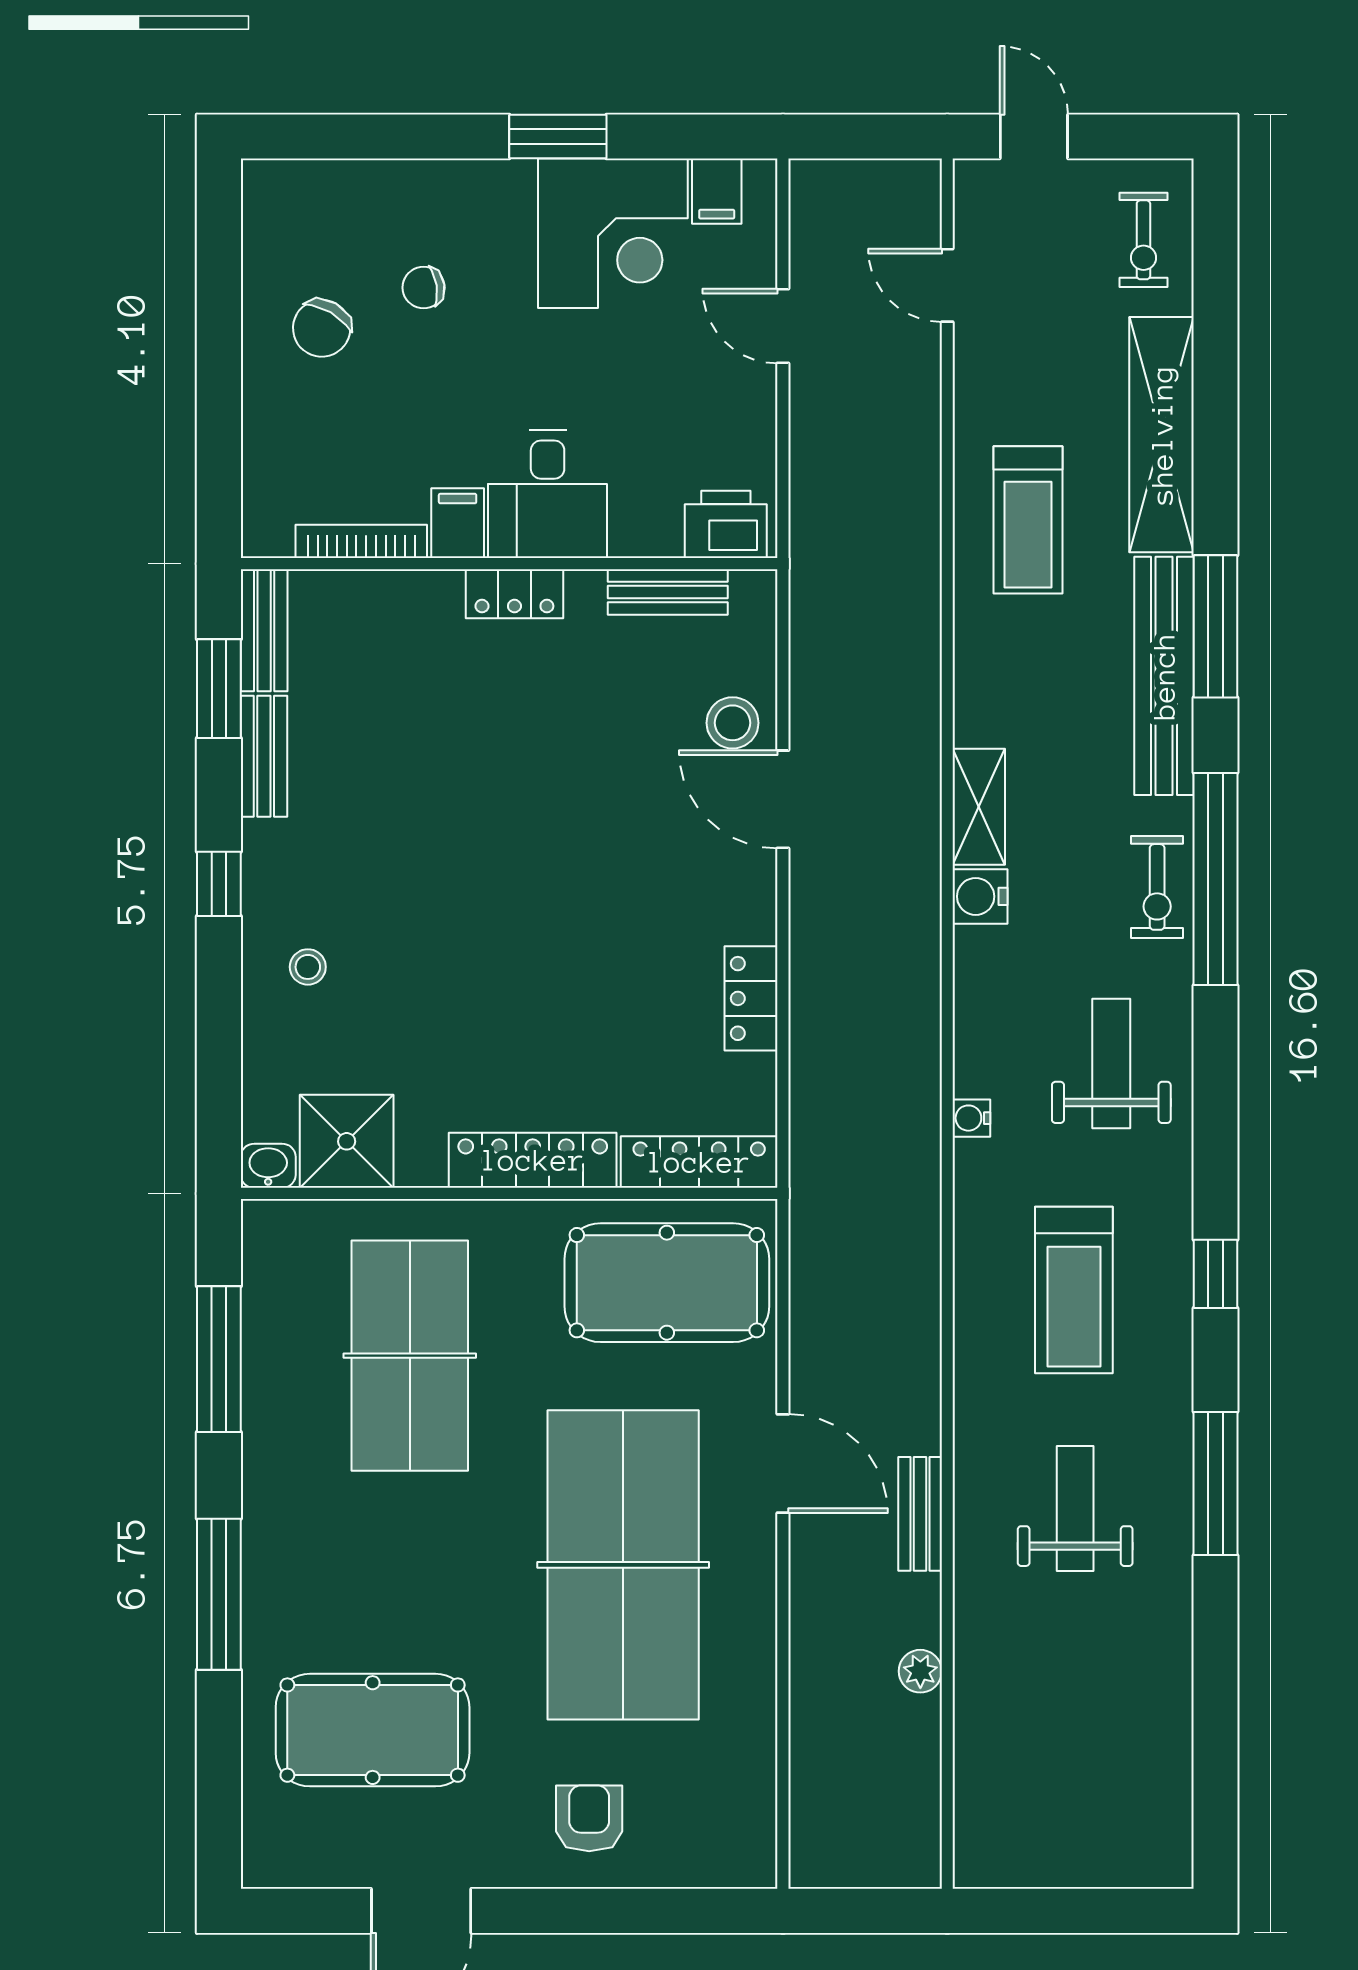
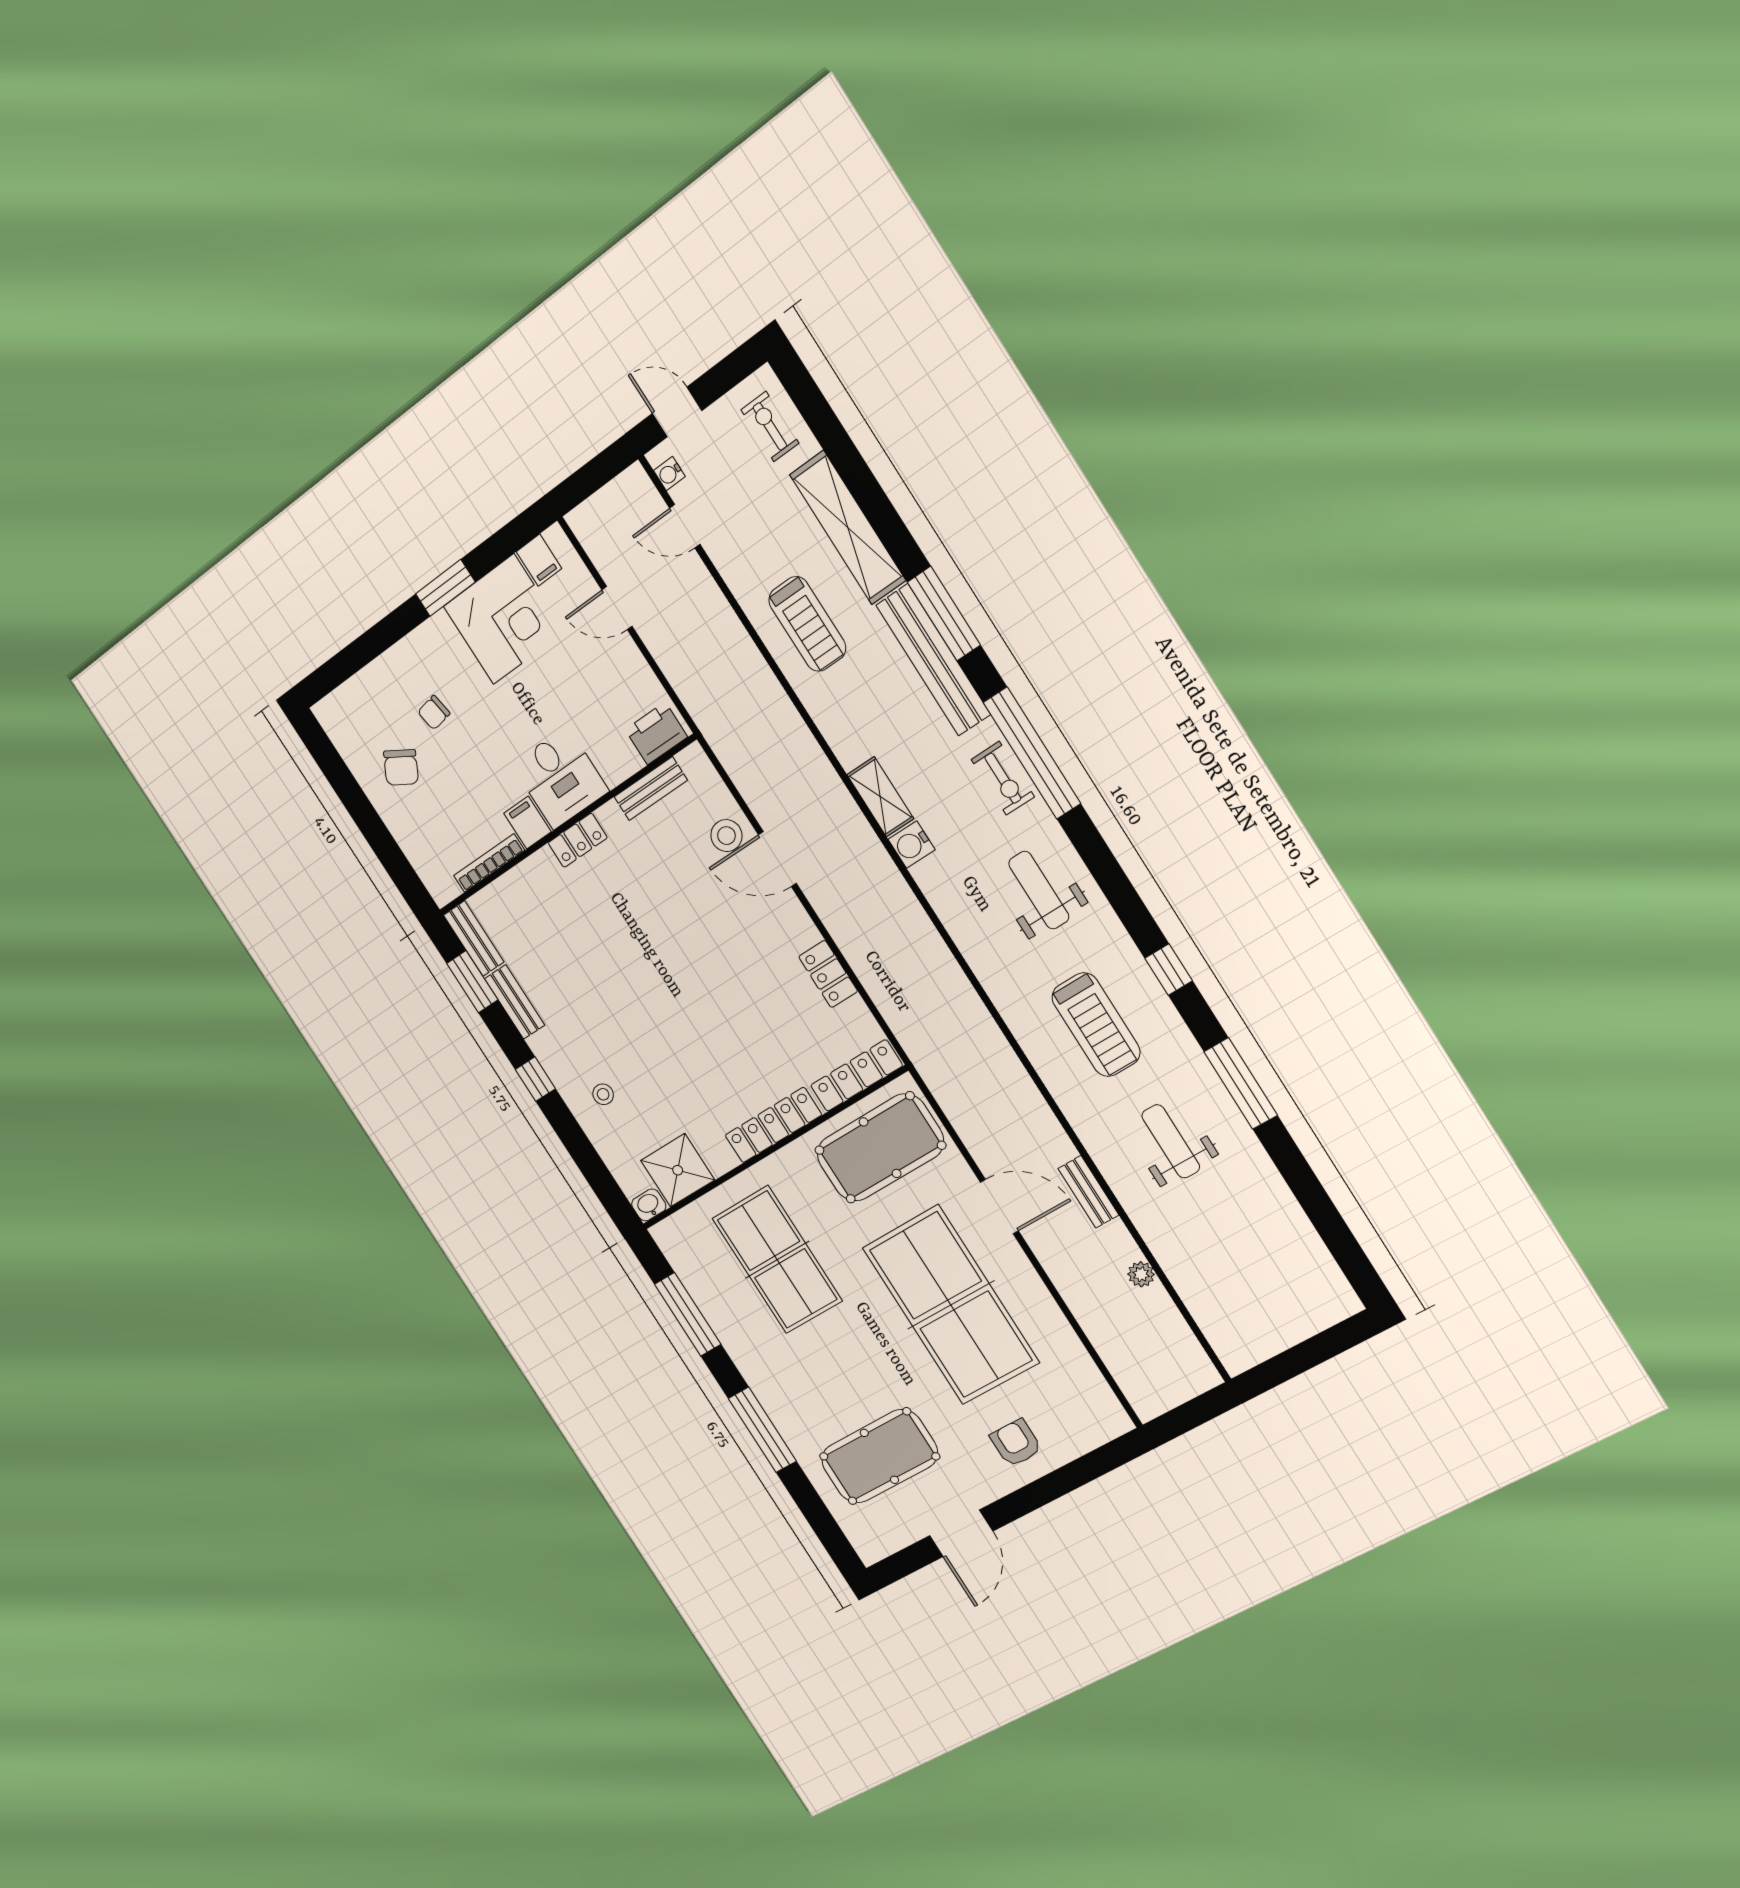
exercise bike: (1143, 240) -> (770, 426), turned 180
water cooler: (971, 1118) -> (669, 474), moved

